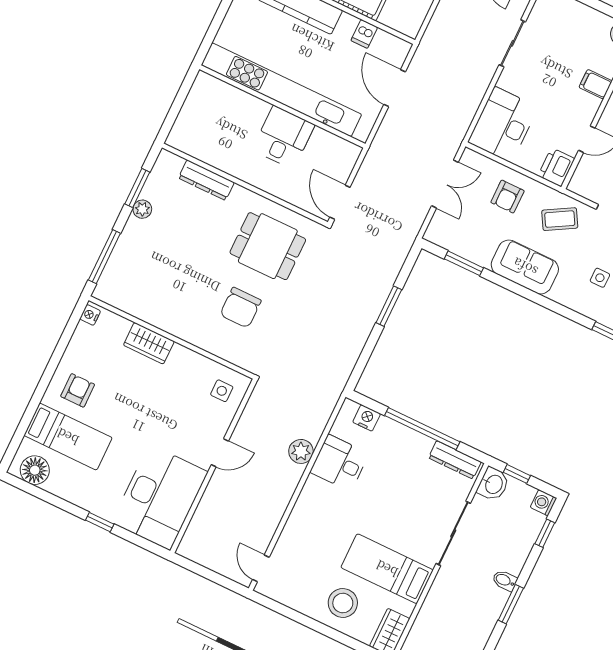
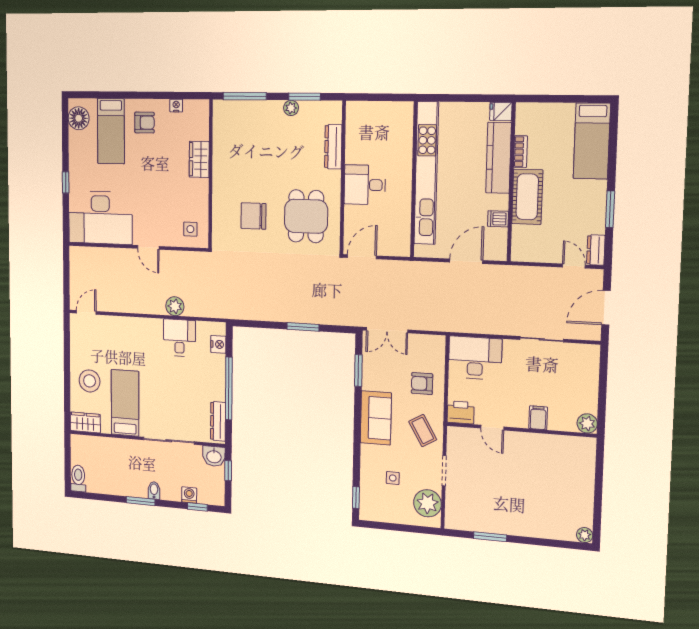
desk: (283, 137) -> (365, 185), moved, turned 180
double door: (445, 184) -> (387, 330), moved
nightstand: (90, 315) -> (176, 106), moved
washing machine: (543, 503) -> (189, 495), moved

